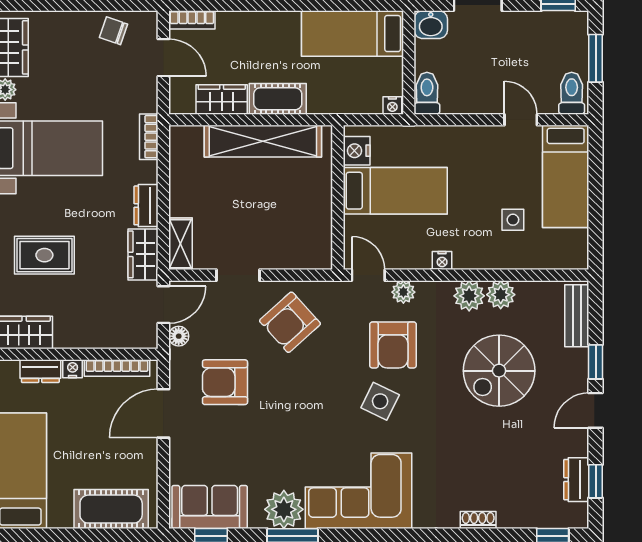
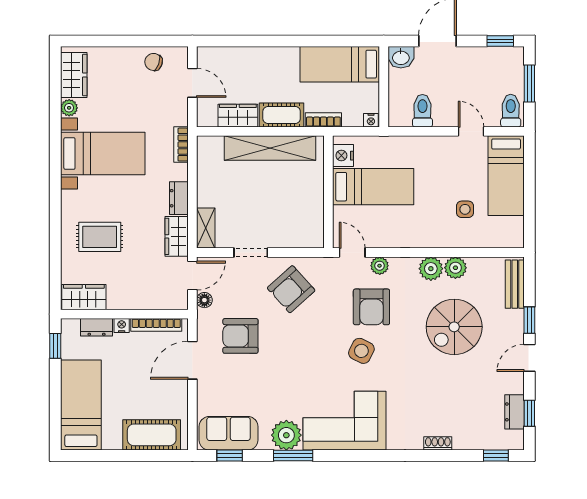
bookcase: (192, 20) -> (323, 120), moved, turned 180
toilet: (427, 93) -> (422, 111), moved
nightstand: (442, 261) -> (410, 241), removed

